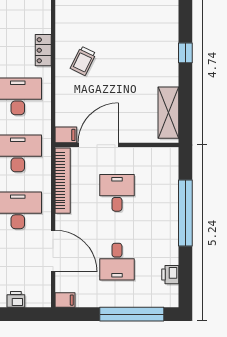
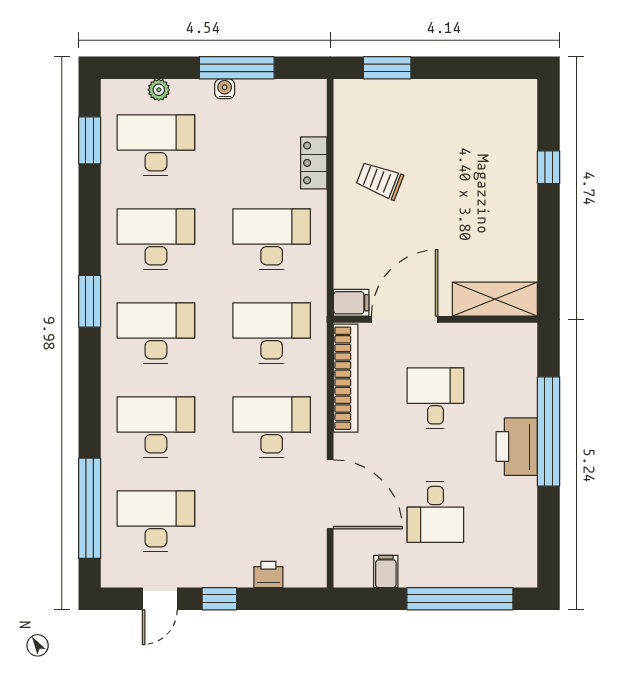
trolley: (83, 61) -> (380, 180), turned 85
shelving: (168, 113) -> (495, 299), moved, turned 90
printer: (170, 275) -> (517, 447), moved, width x1.87, depth x1.48
filing cabinet: (65, 300) -> (386, 571), moved, turned -90

